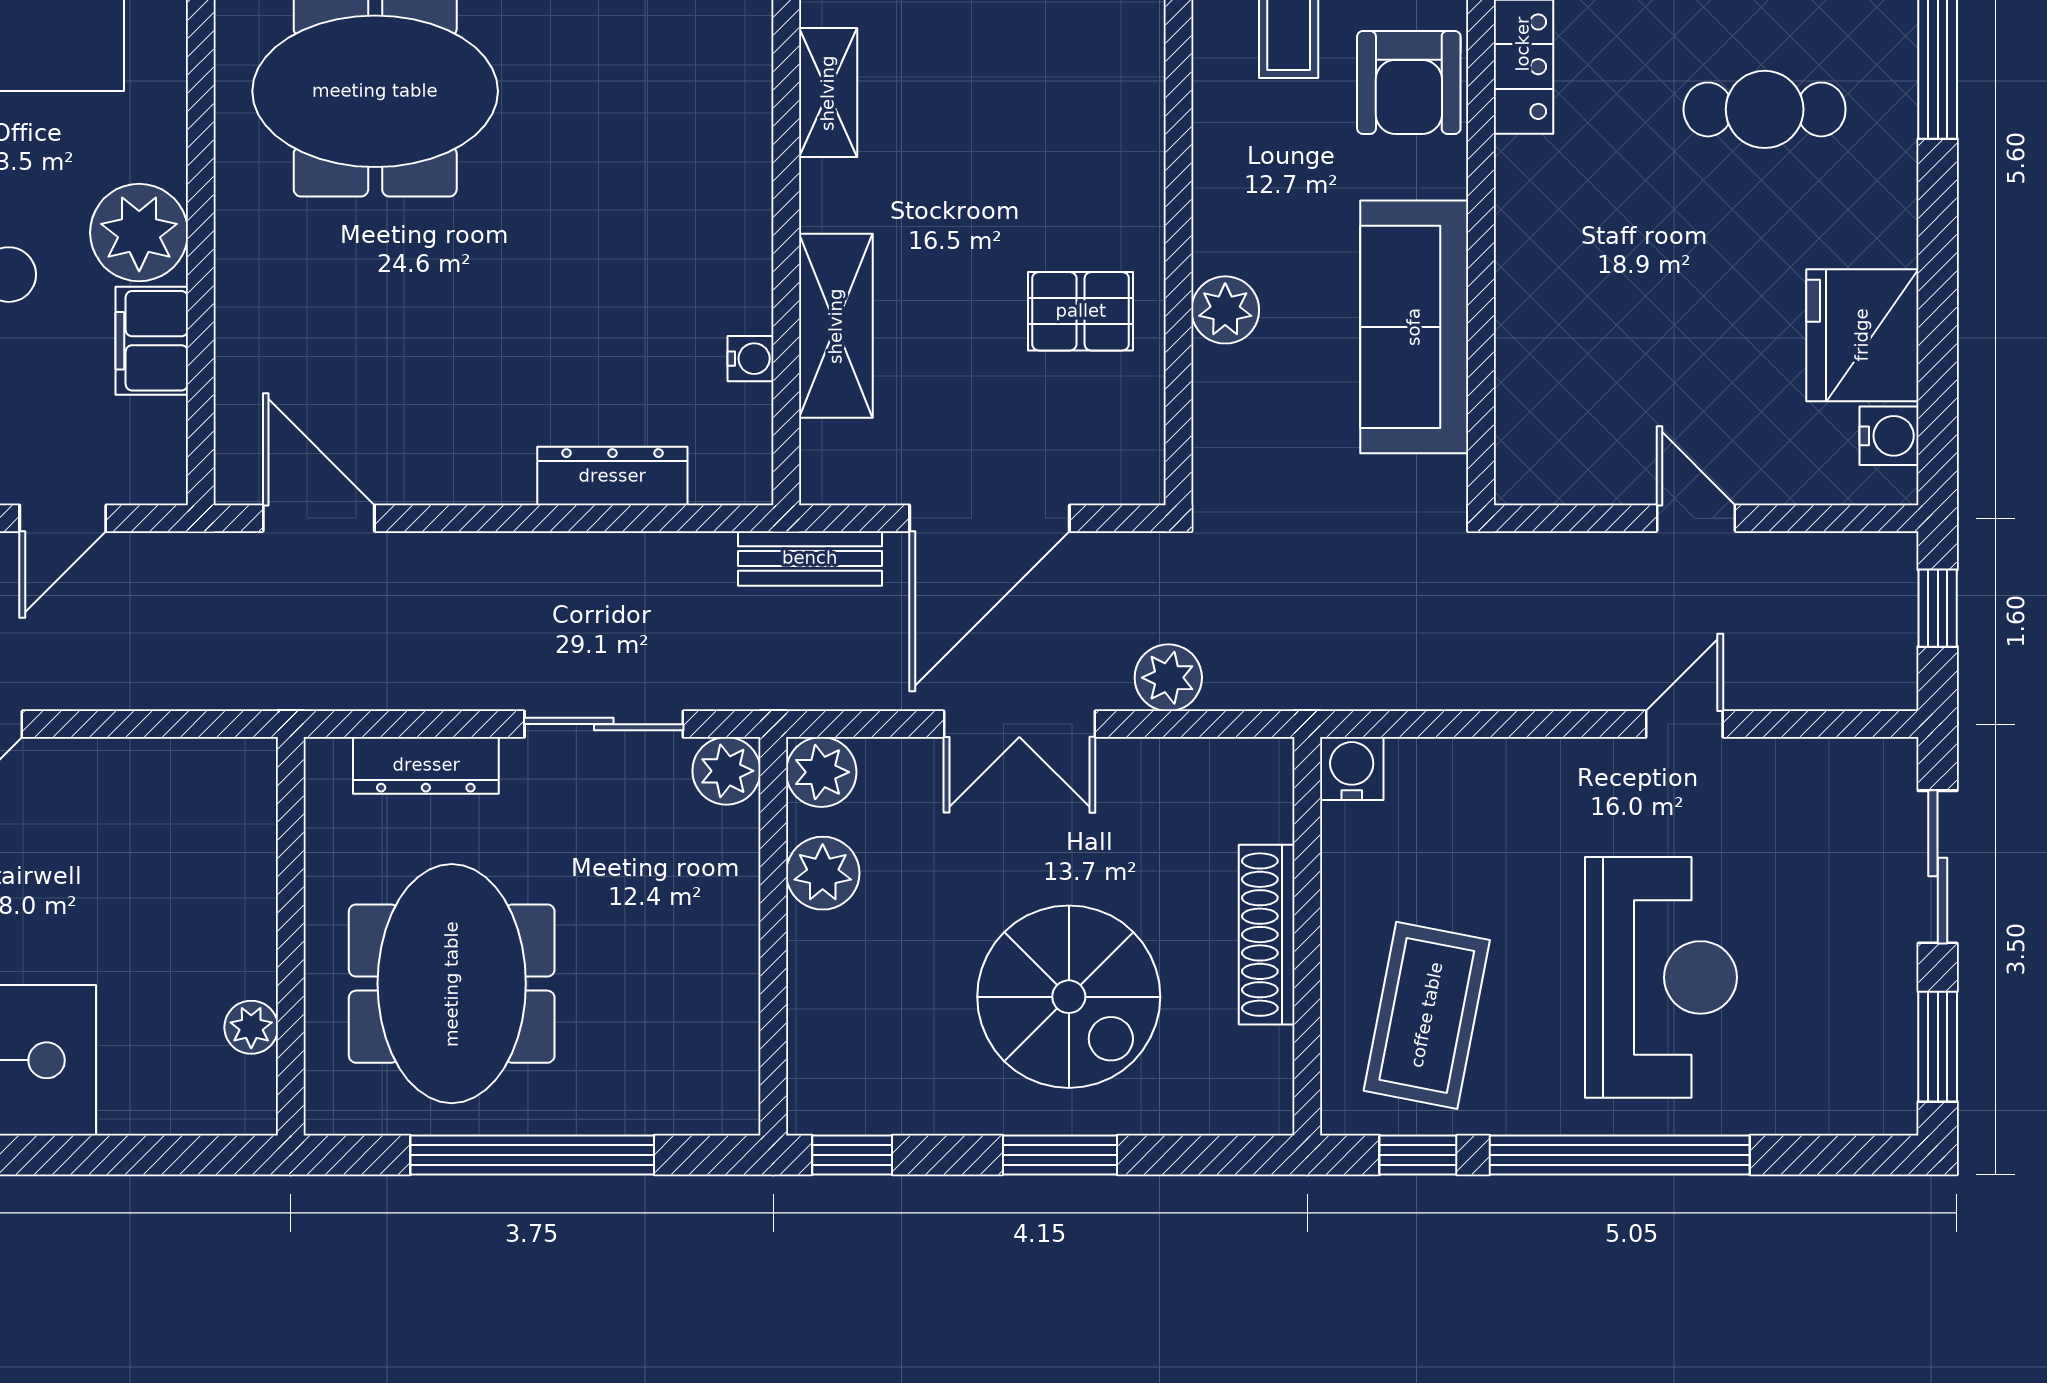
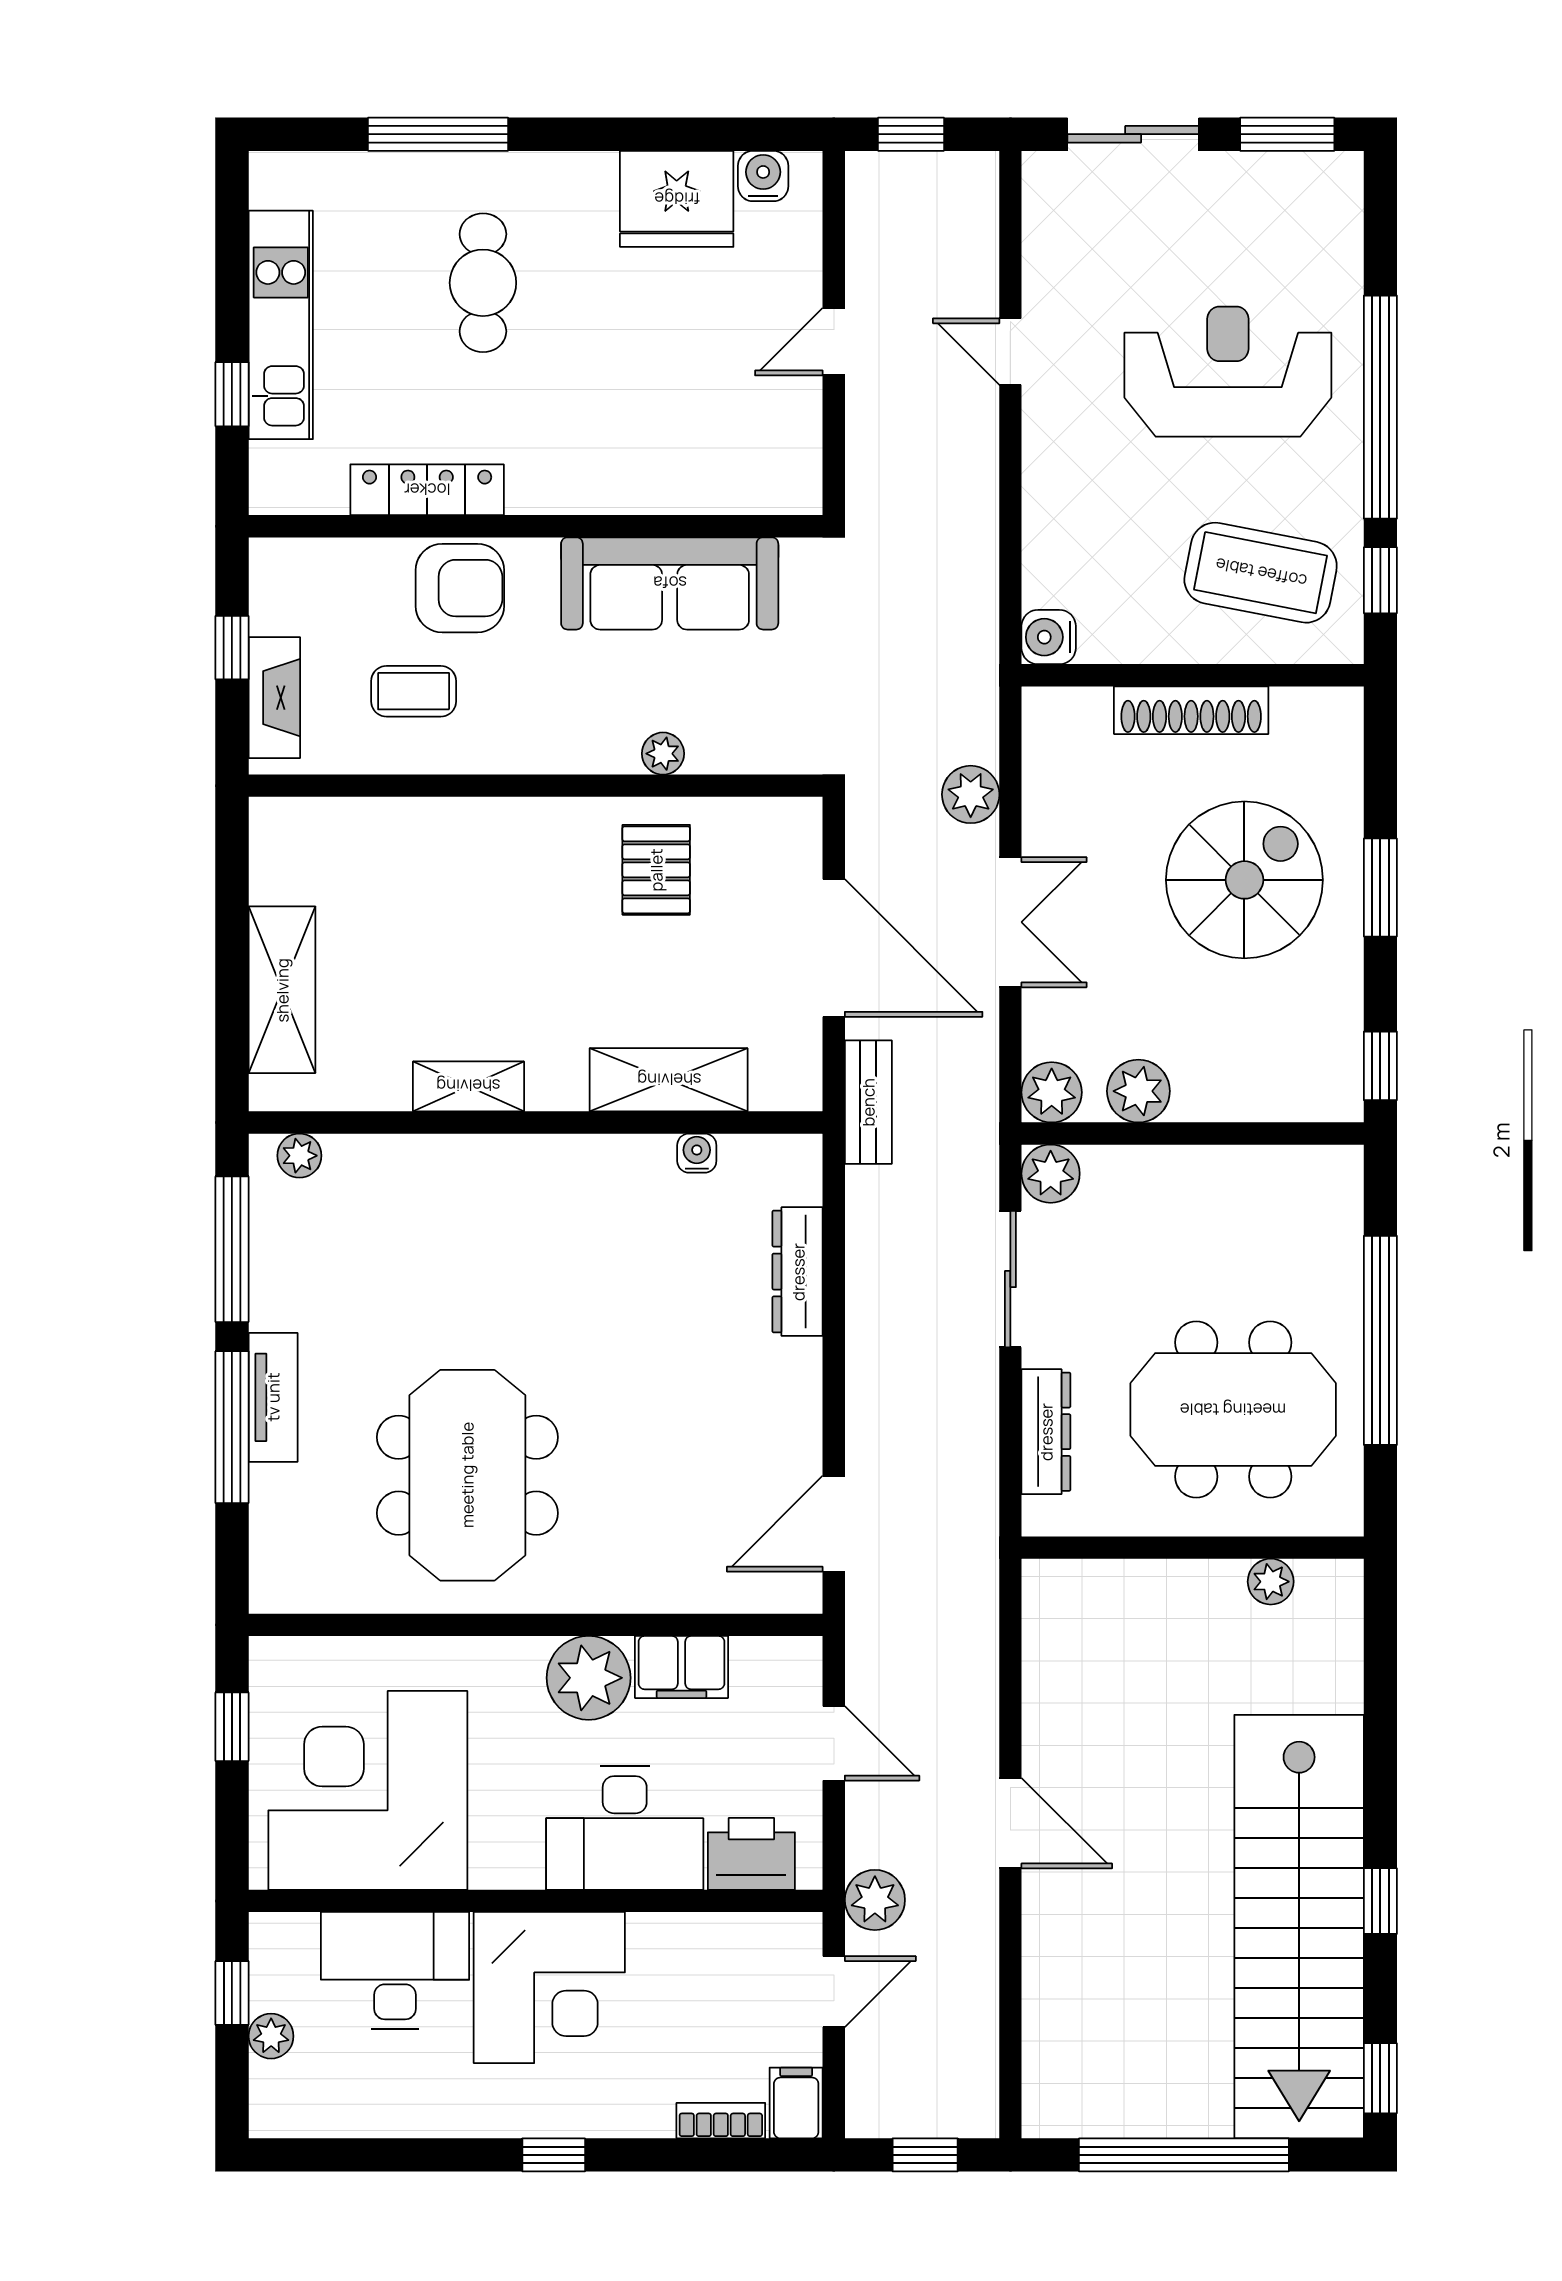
plant: (1225, 310) -> (663, 754), width x0.73, depth x0.73

